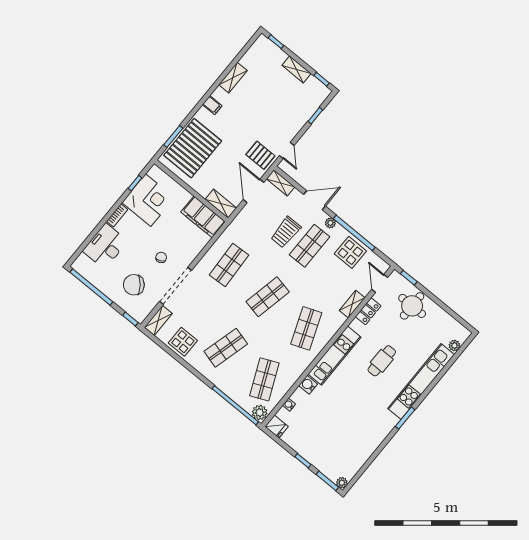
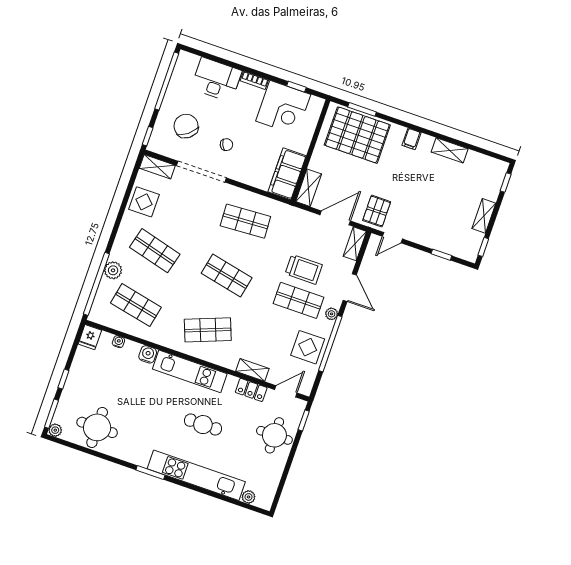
trolley: (286, 232) -> (304, 269), turned 180
shop shelf: (264, 379) -> (136, 305), turned 36
plant: (260, 413) -> (113, 270), moved
round table: (352, 448) -> (97, 427), added

